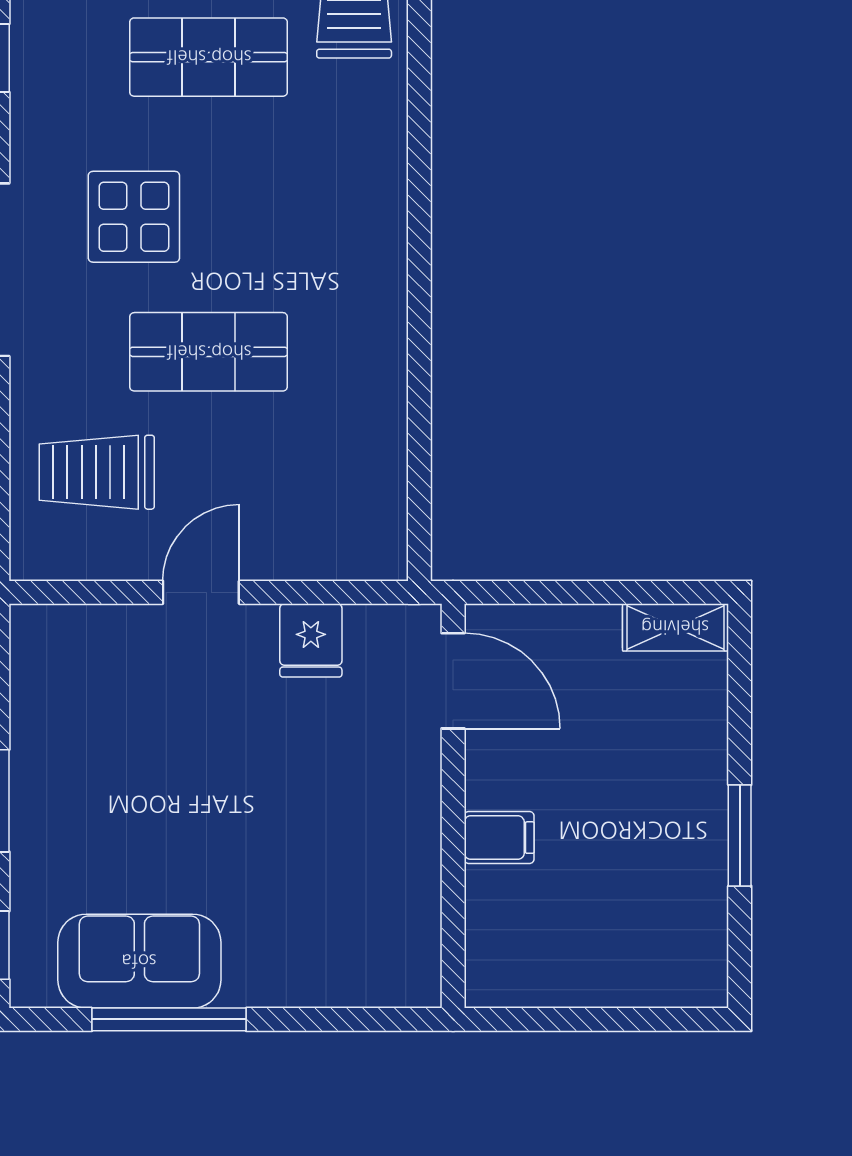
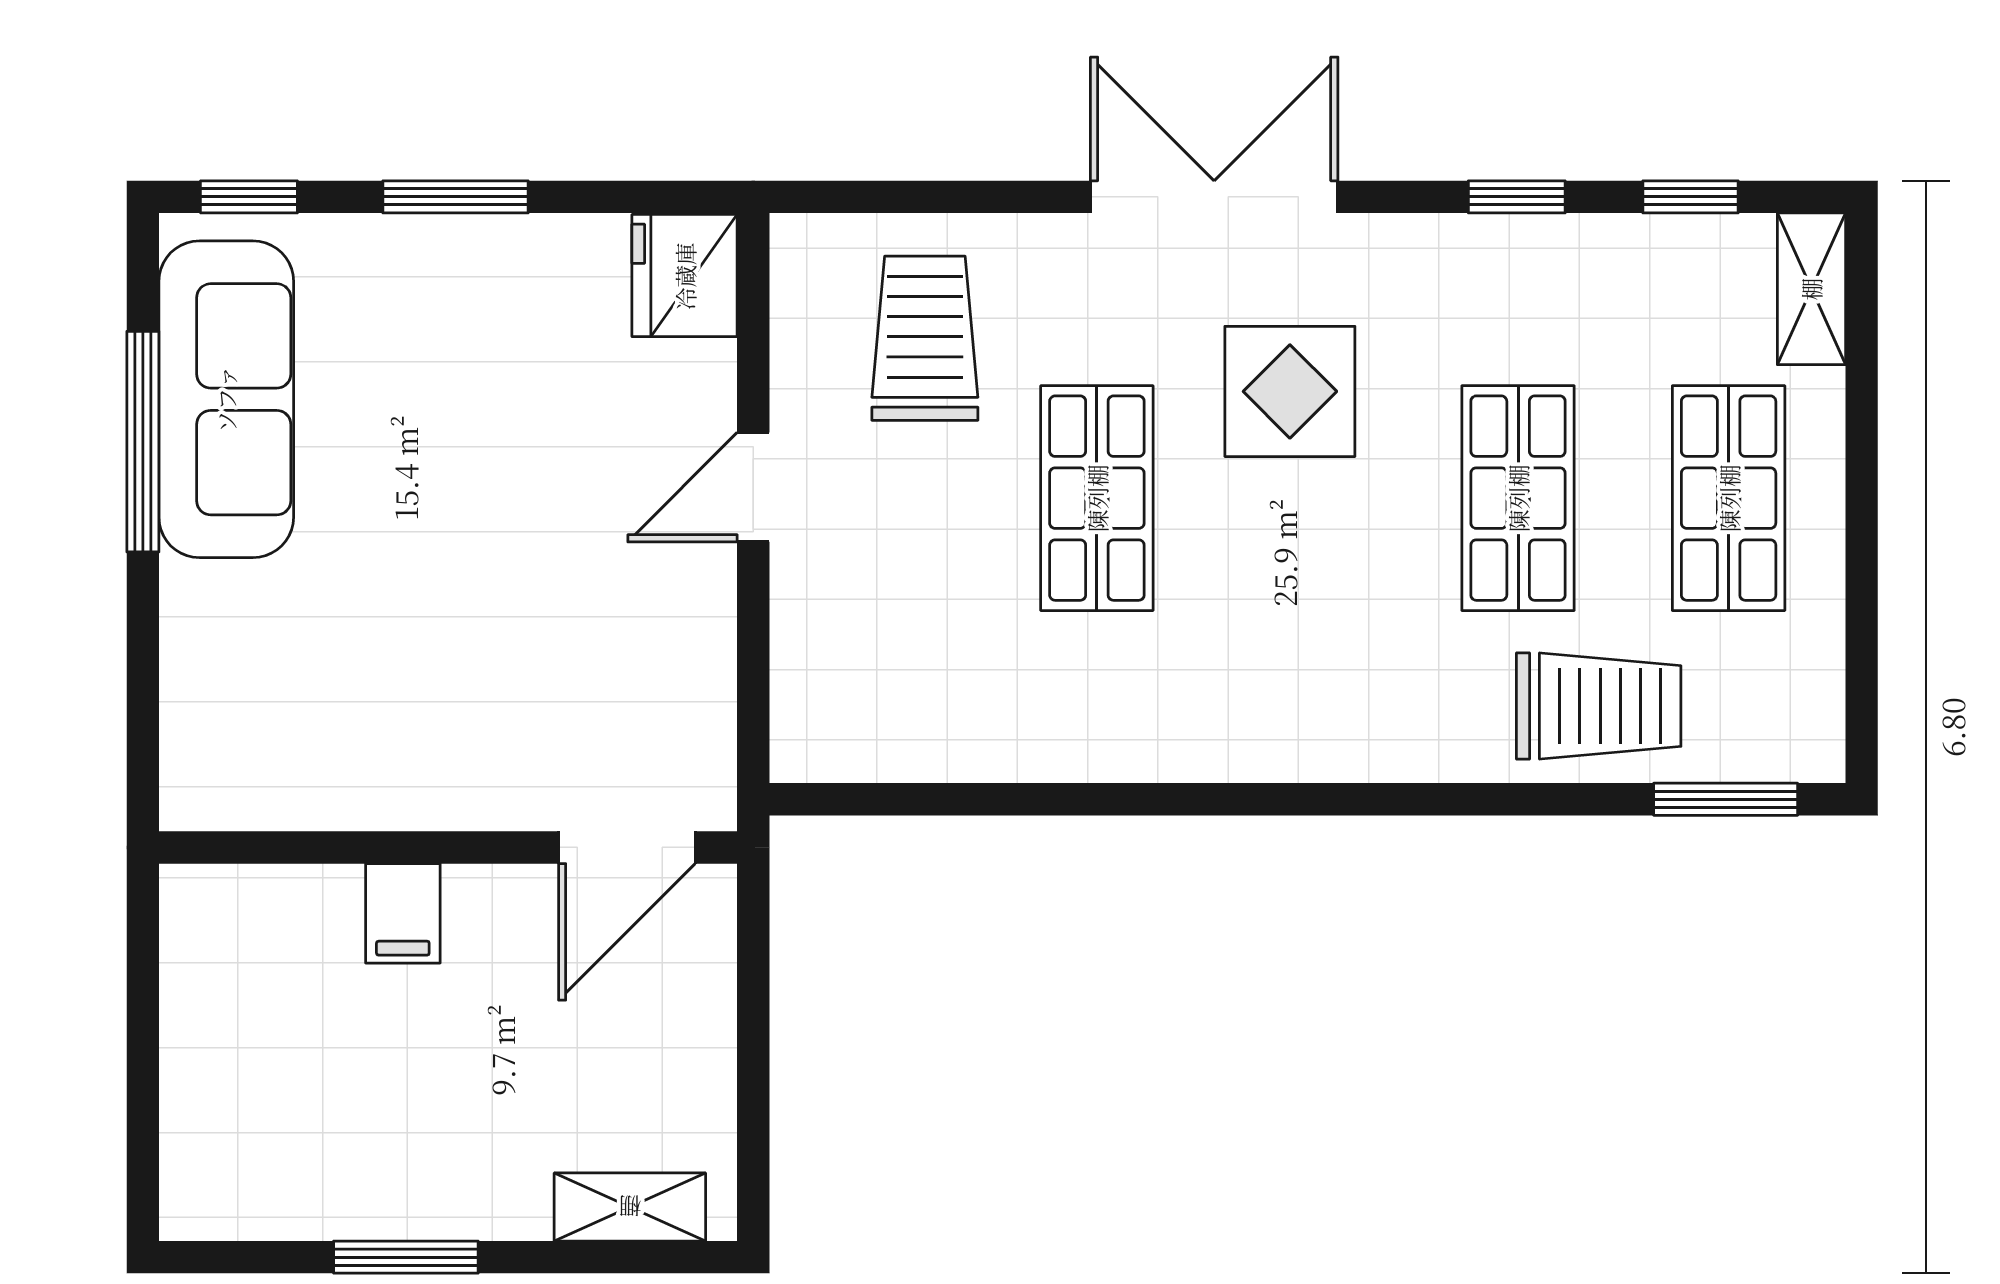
door: (201, 592) -> (753, 487), swing flipped
shelving: (675, 627) -> (630, 1207), moved, turned 90
fridge: (311, 640) -> (685, 276), moved, width x1.38
sofa: (139, 961) -> (226, 399), width x1.36

